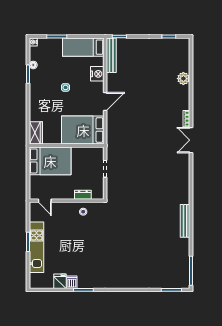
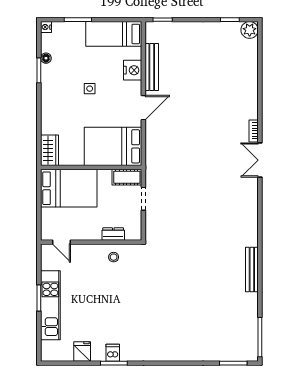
bench: (111, 55) -> (152, 67), moved
plant: (183, 79) -> (250, 30), moved
cot: (93, 153) -> (127, 177), added
dishwasher: (72, 282) -> (113, 353), moved

